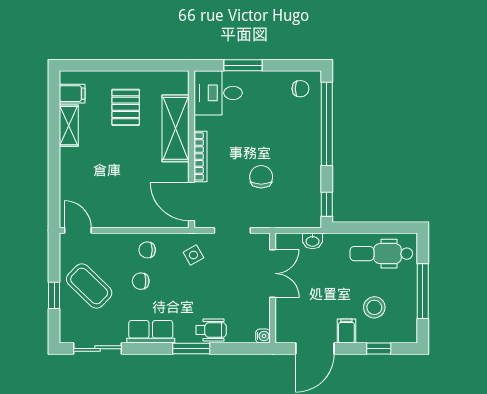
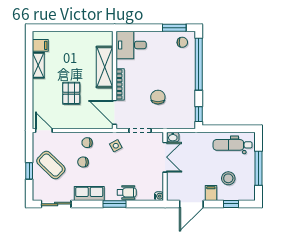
window: (243, 65) -> (174, 28), moved
pallet: (126, 107) -> (71, 93), moved
washbasin: (313, 241) -> (173, 137), moved

